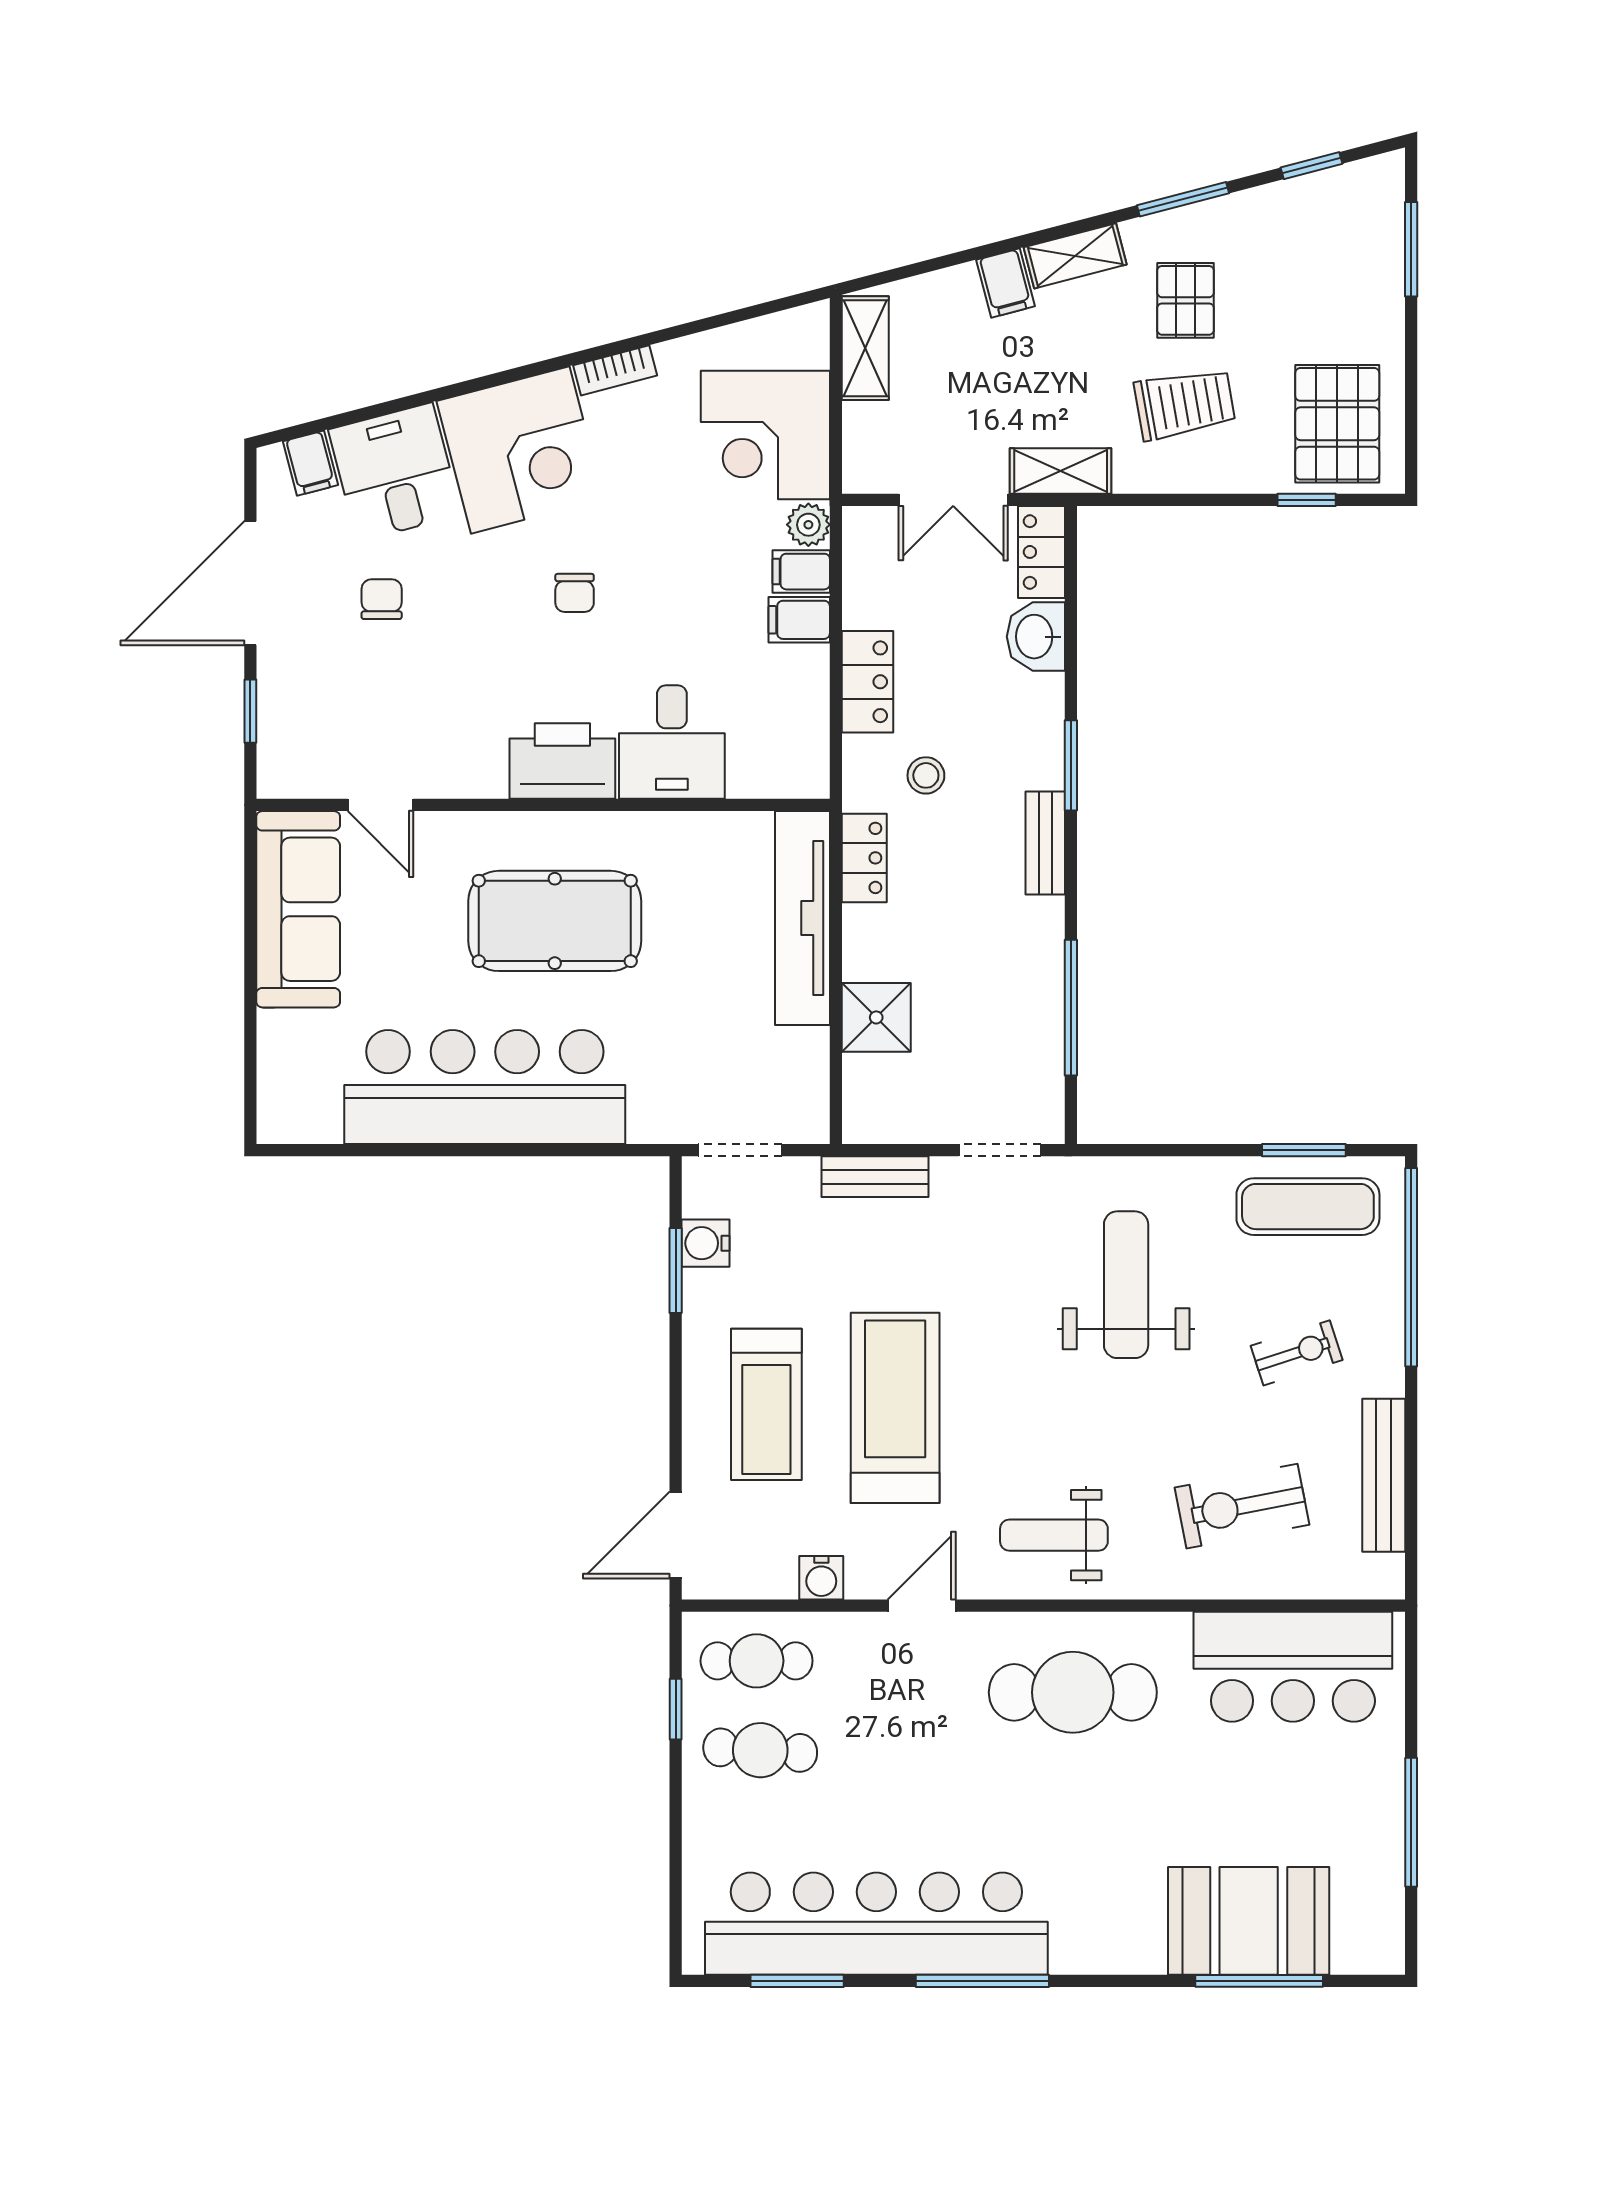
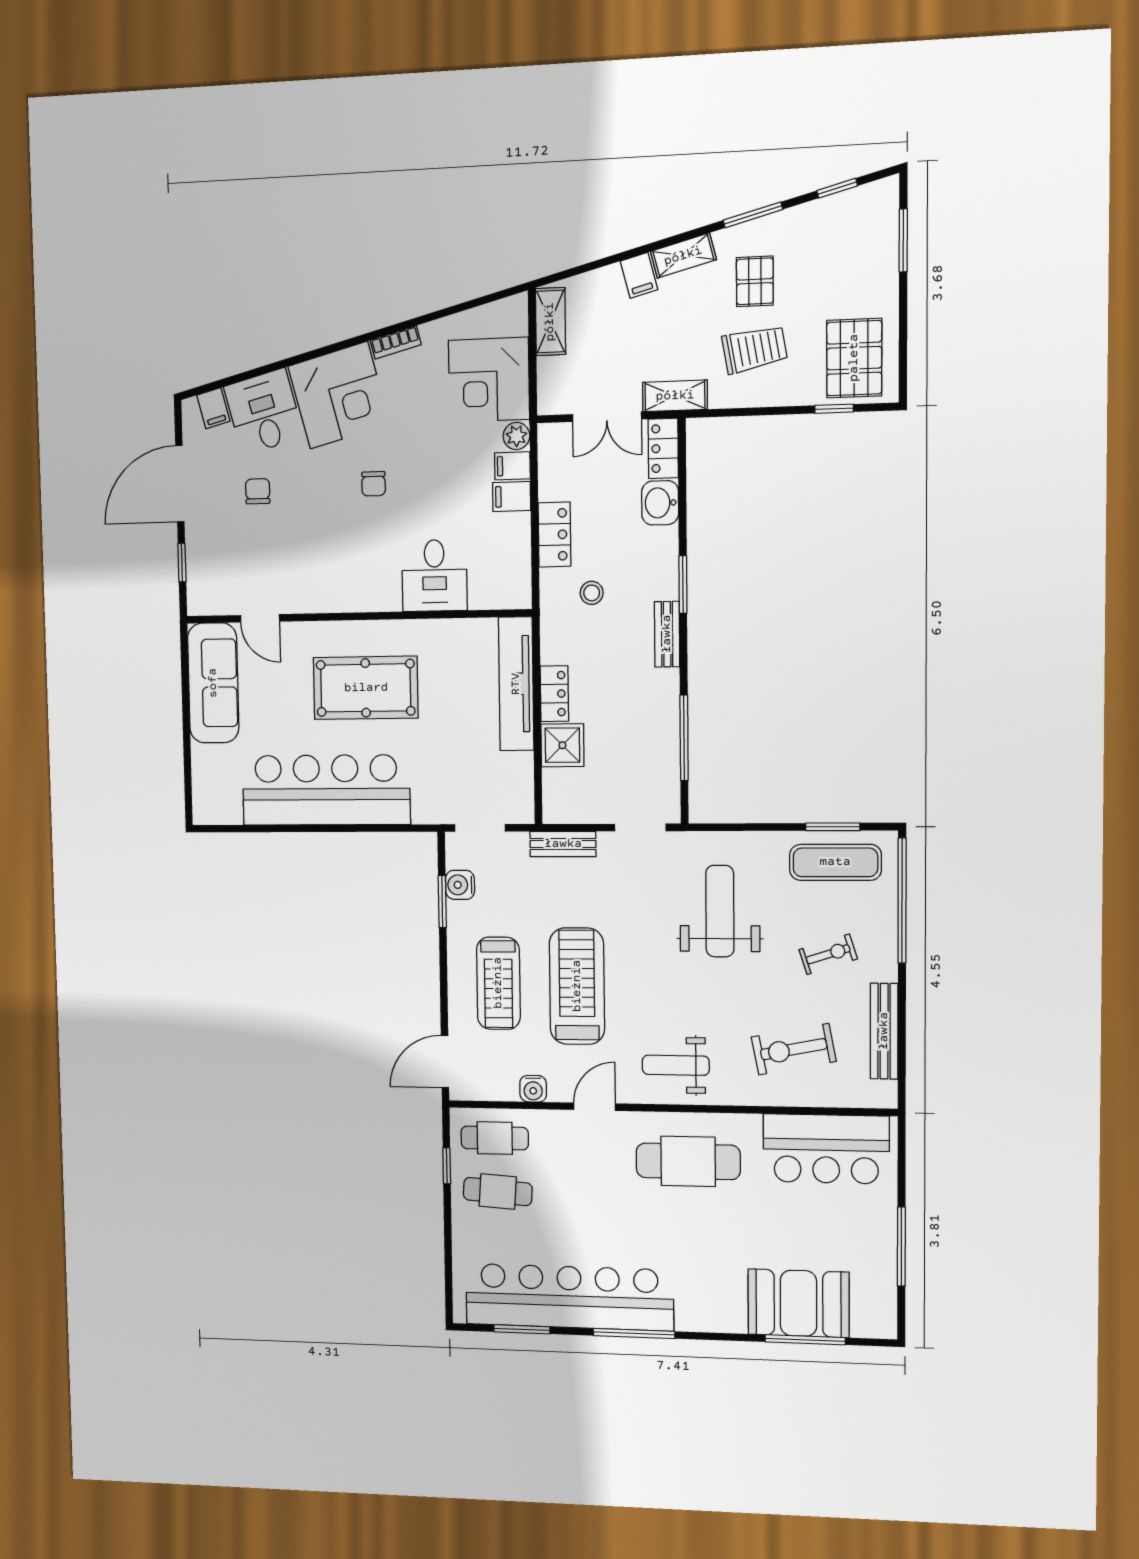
printer: (562, 761) -> (368, 589), removed
locker: (864, 858) -> (554, 694), moved

